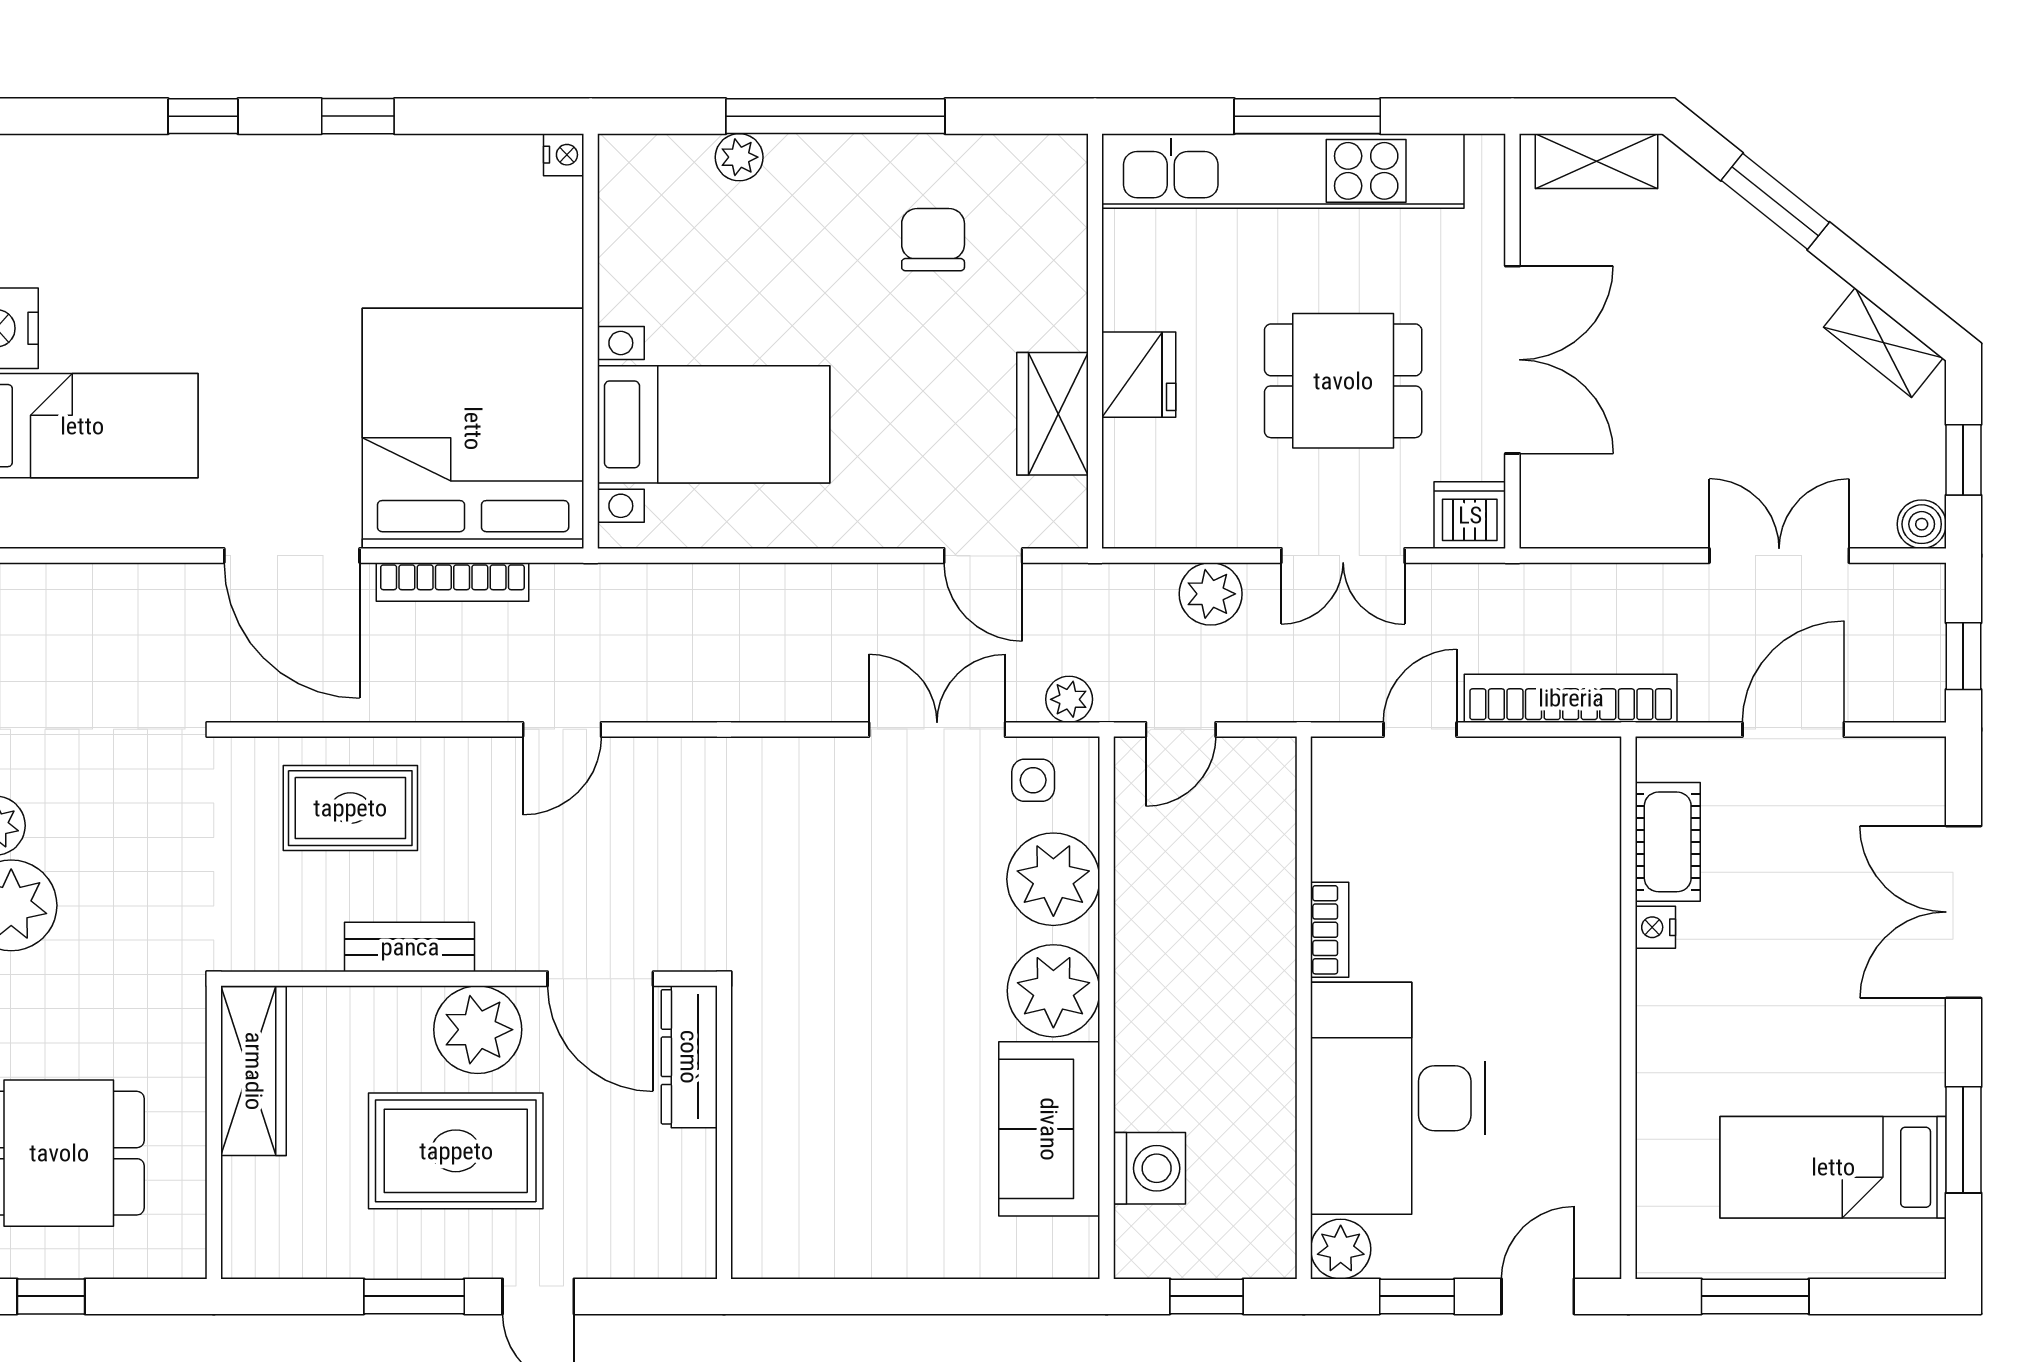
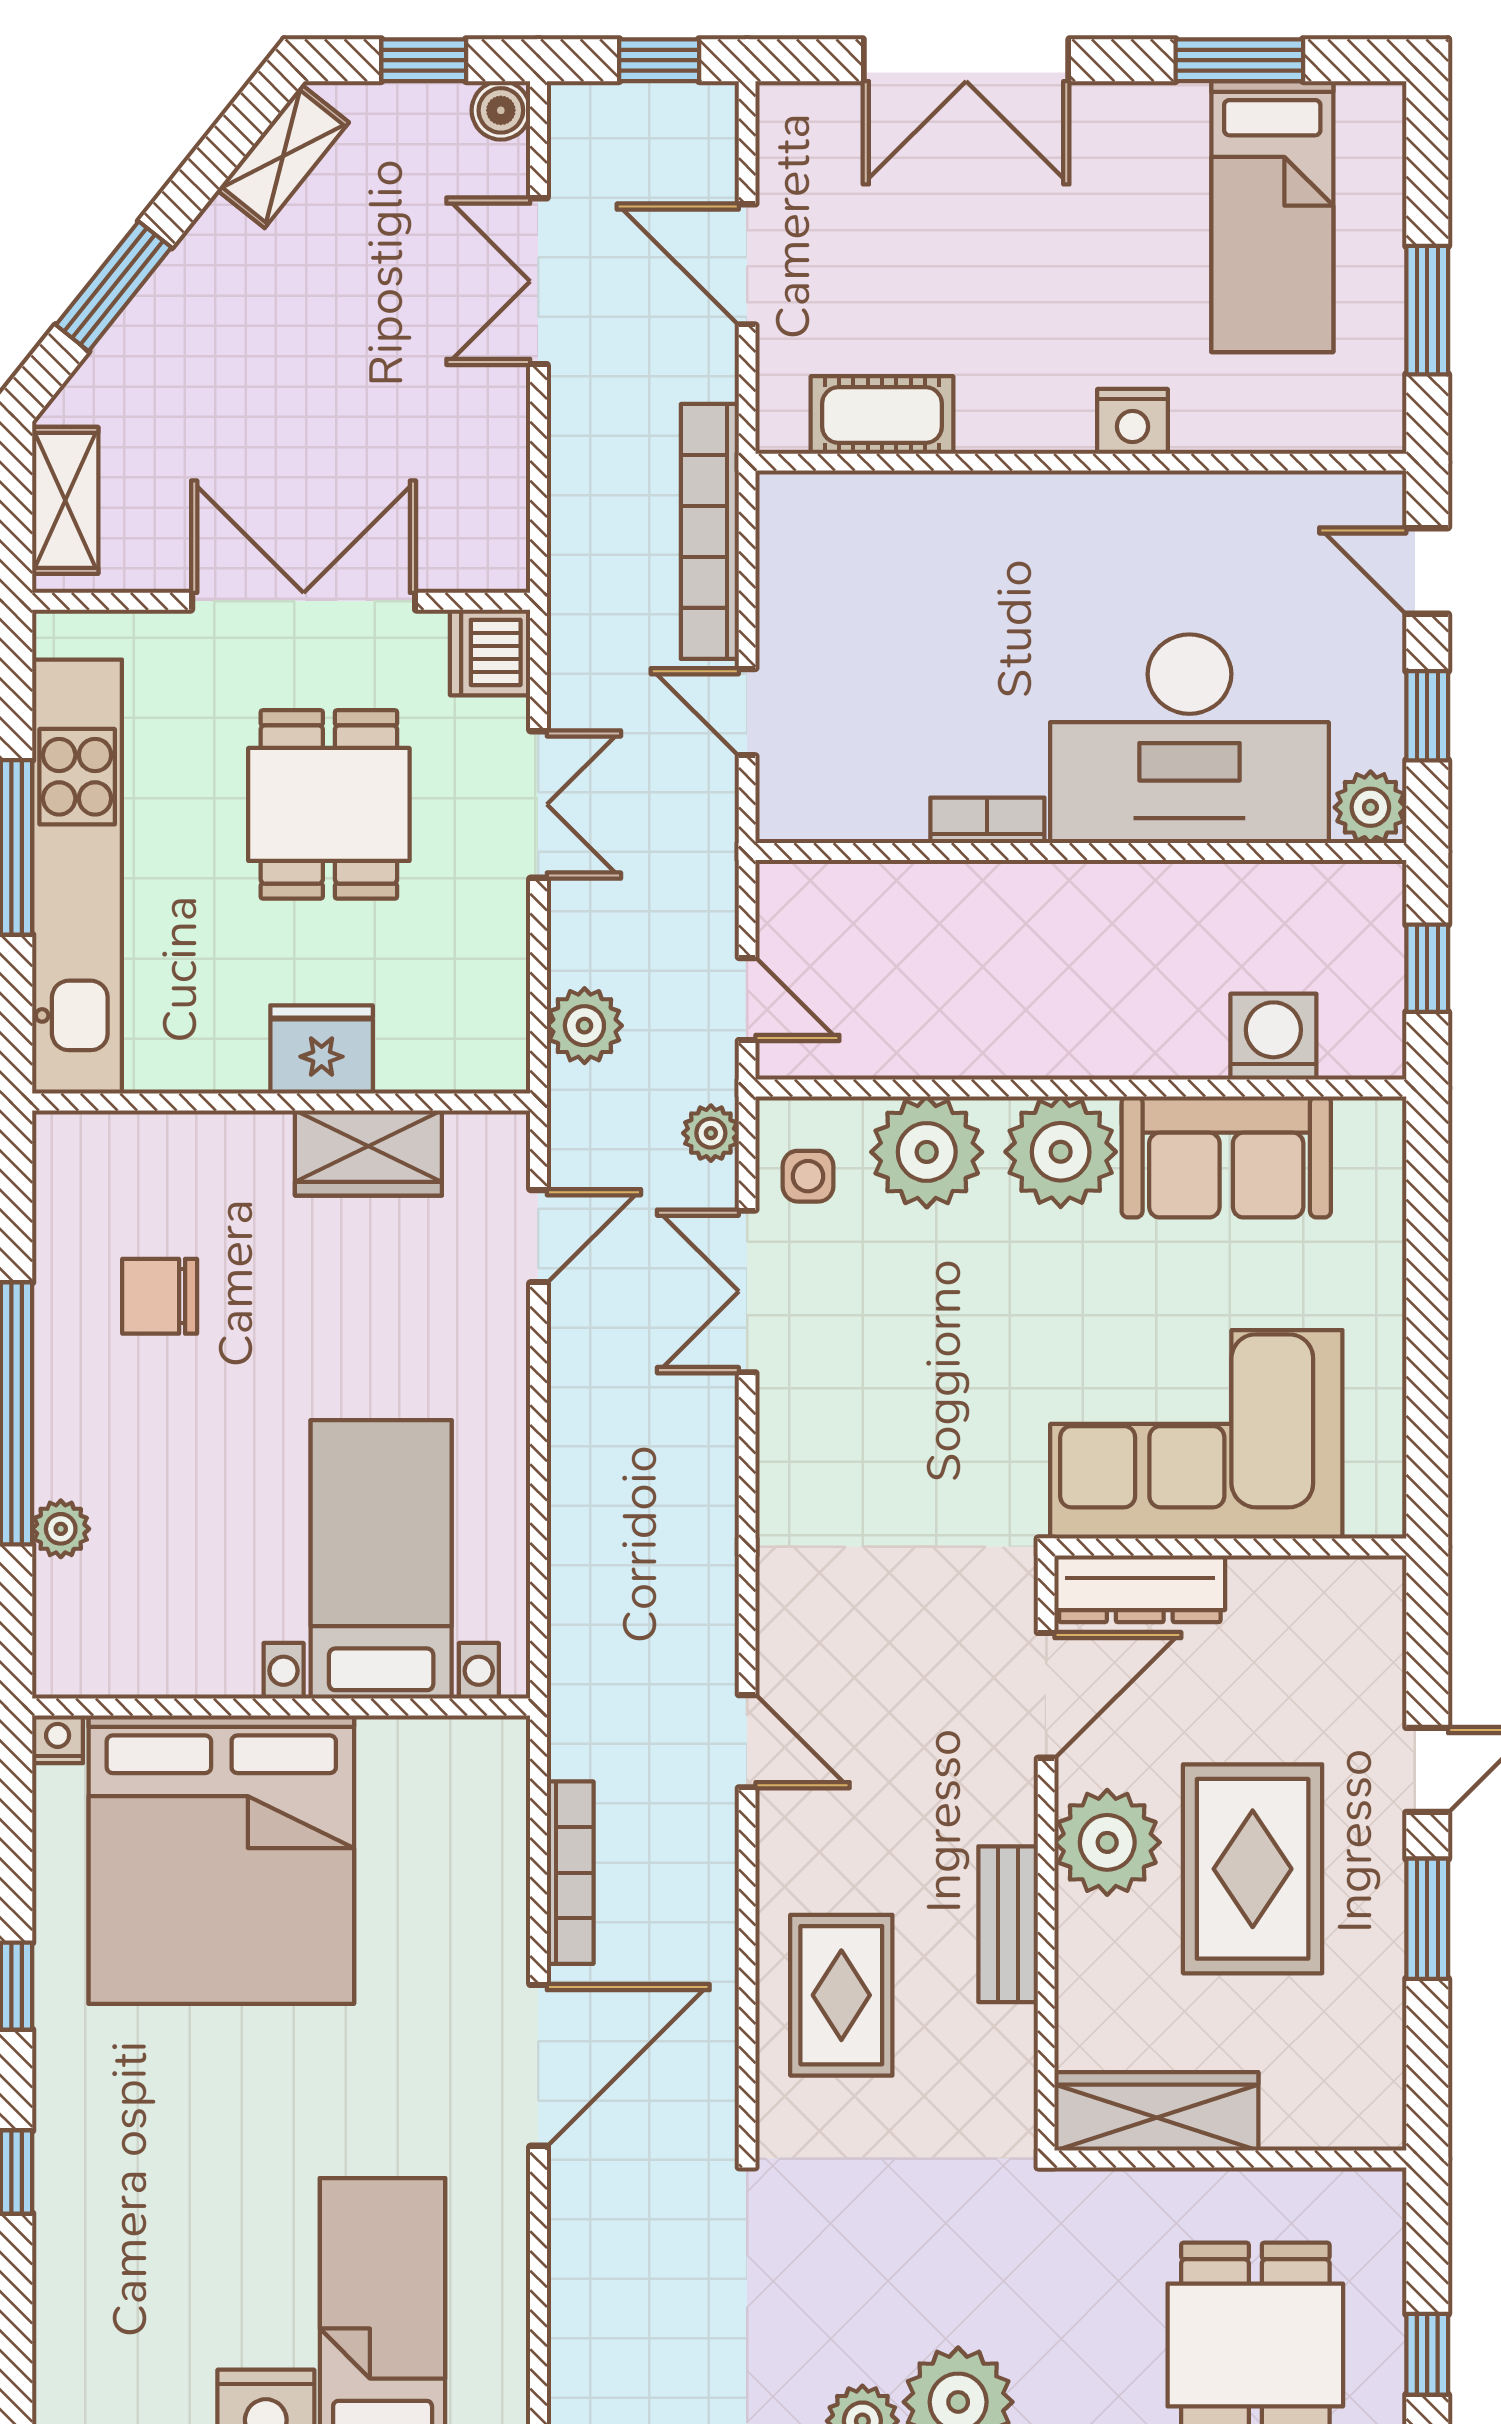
bed: (473, 428) -> (221, 1860), moved, turned -90
plant: (1211, 594) -> (584, 1026), moved
nightstand: (1655, 927) -> (1133, 421), moved, width x1.39, depth x1.35
corner sofa: (818, 1104) -> (1196, 1434), added

